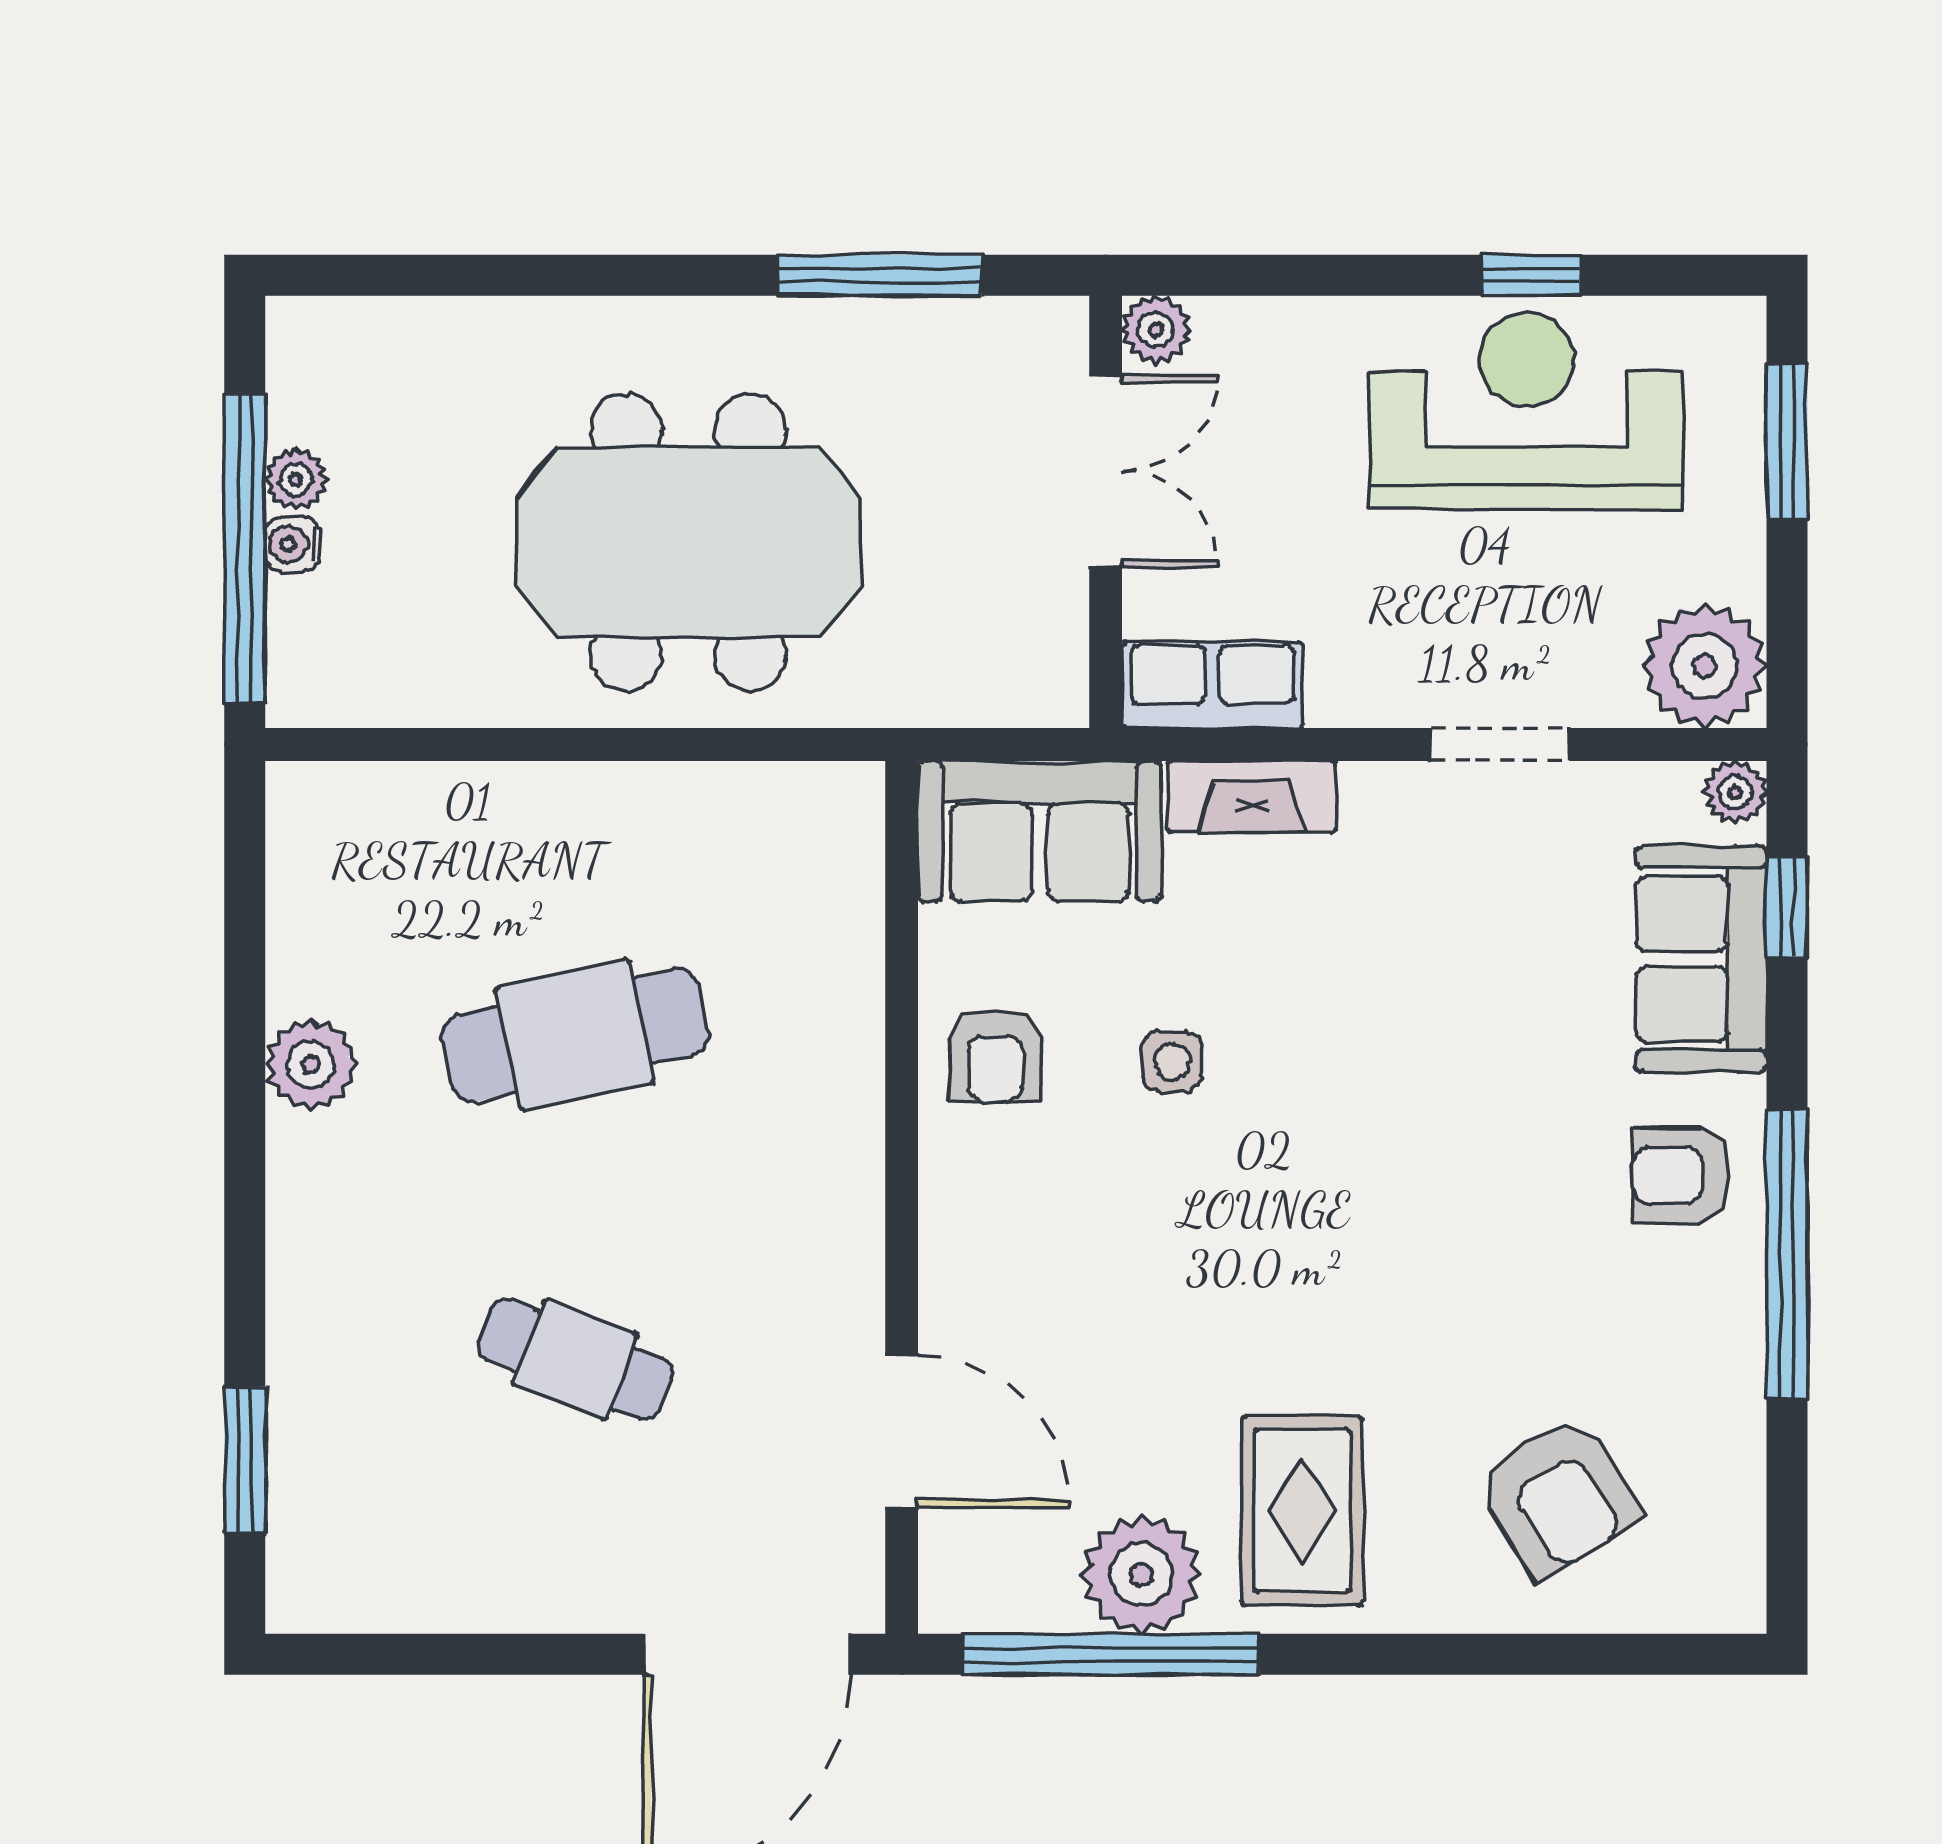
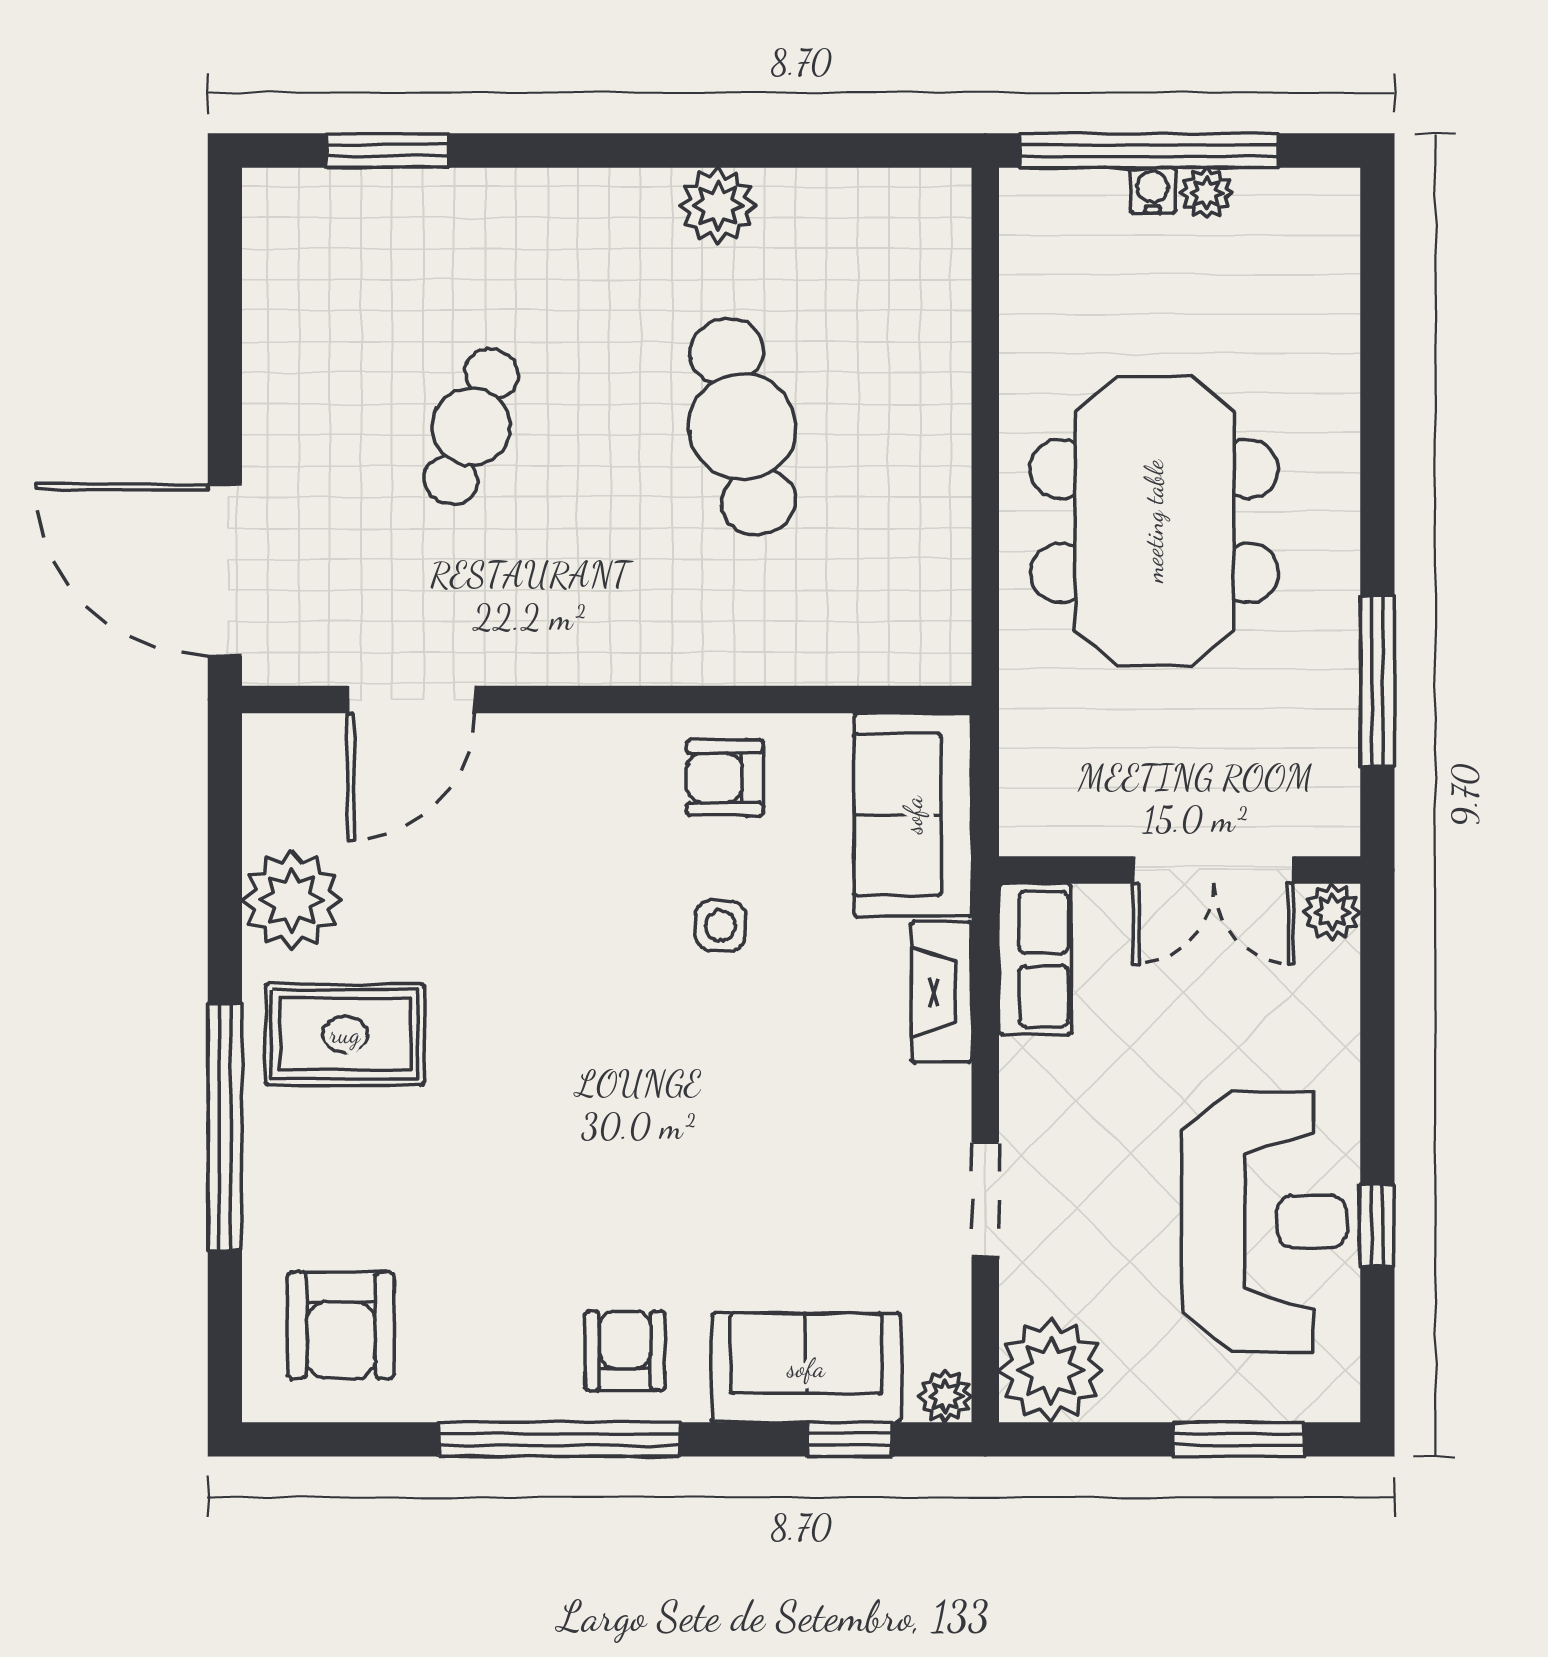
armchair: (1558, 1496) -> (341, 1325), moved, turned -58
window: (1112, 1654) -> (225, 1127), moved

